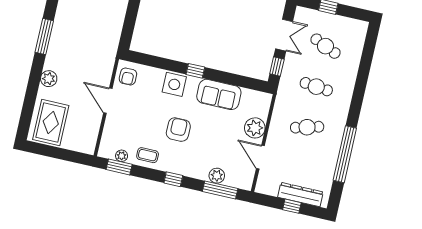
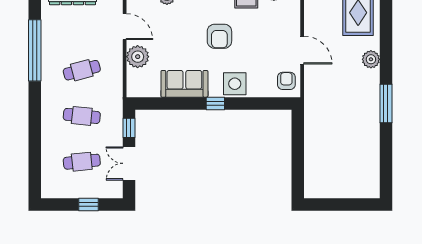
cafe table: (325, 46) -> (82, 162), turned -30

